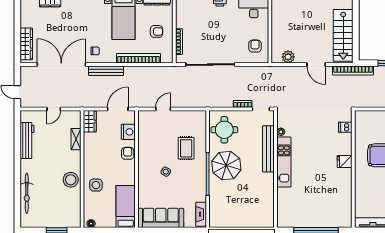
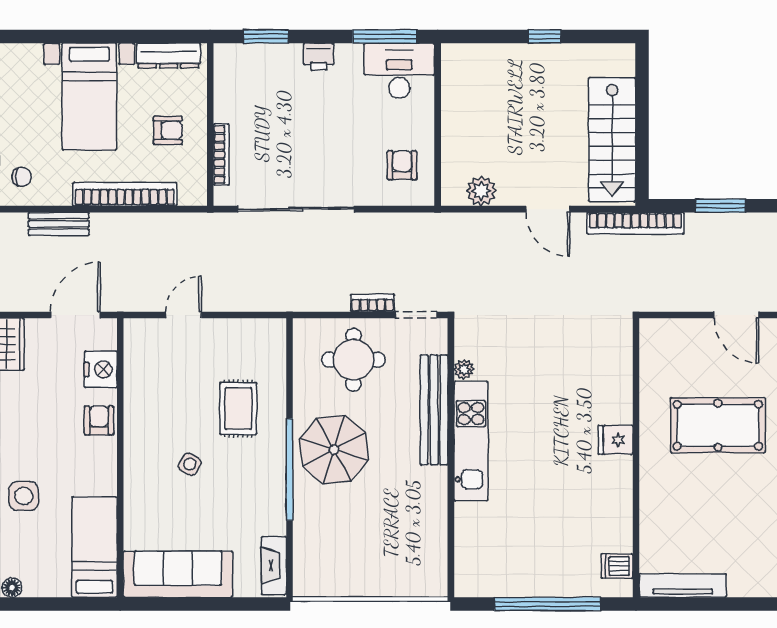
bench: (106, 71) -> (59, 224), width x0.73
dishwasher: (345, 127) -> (617, 566), moved
round table: (224, 130) -> (353, 360), moved

